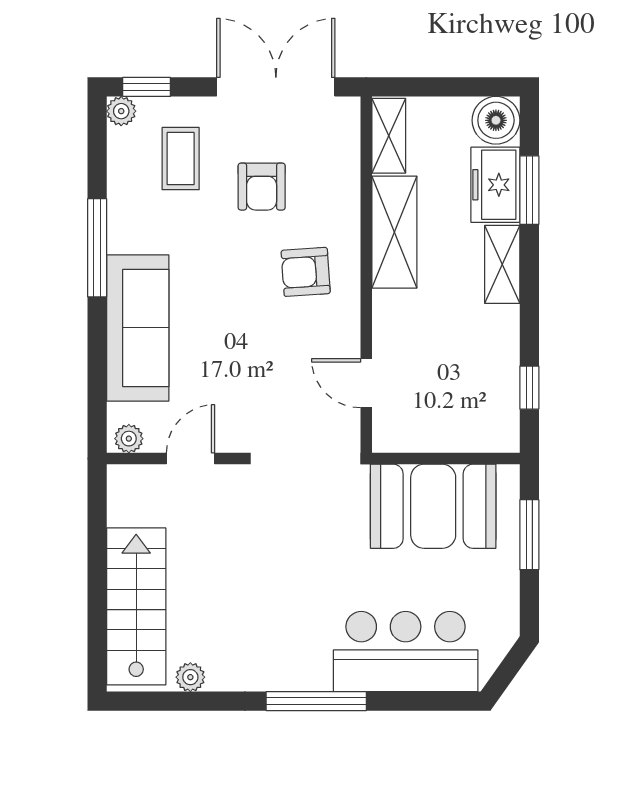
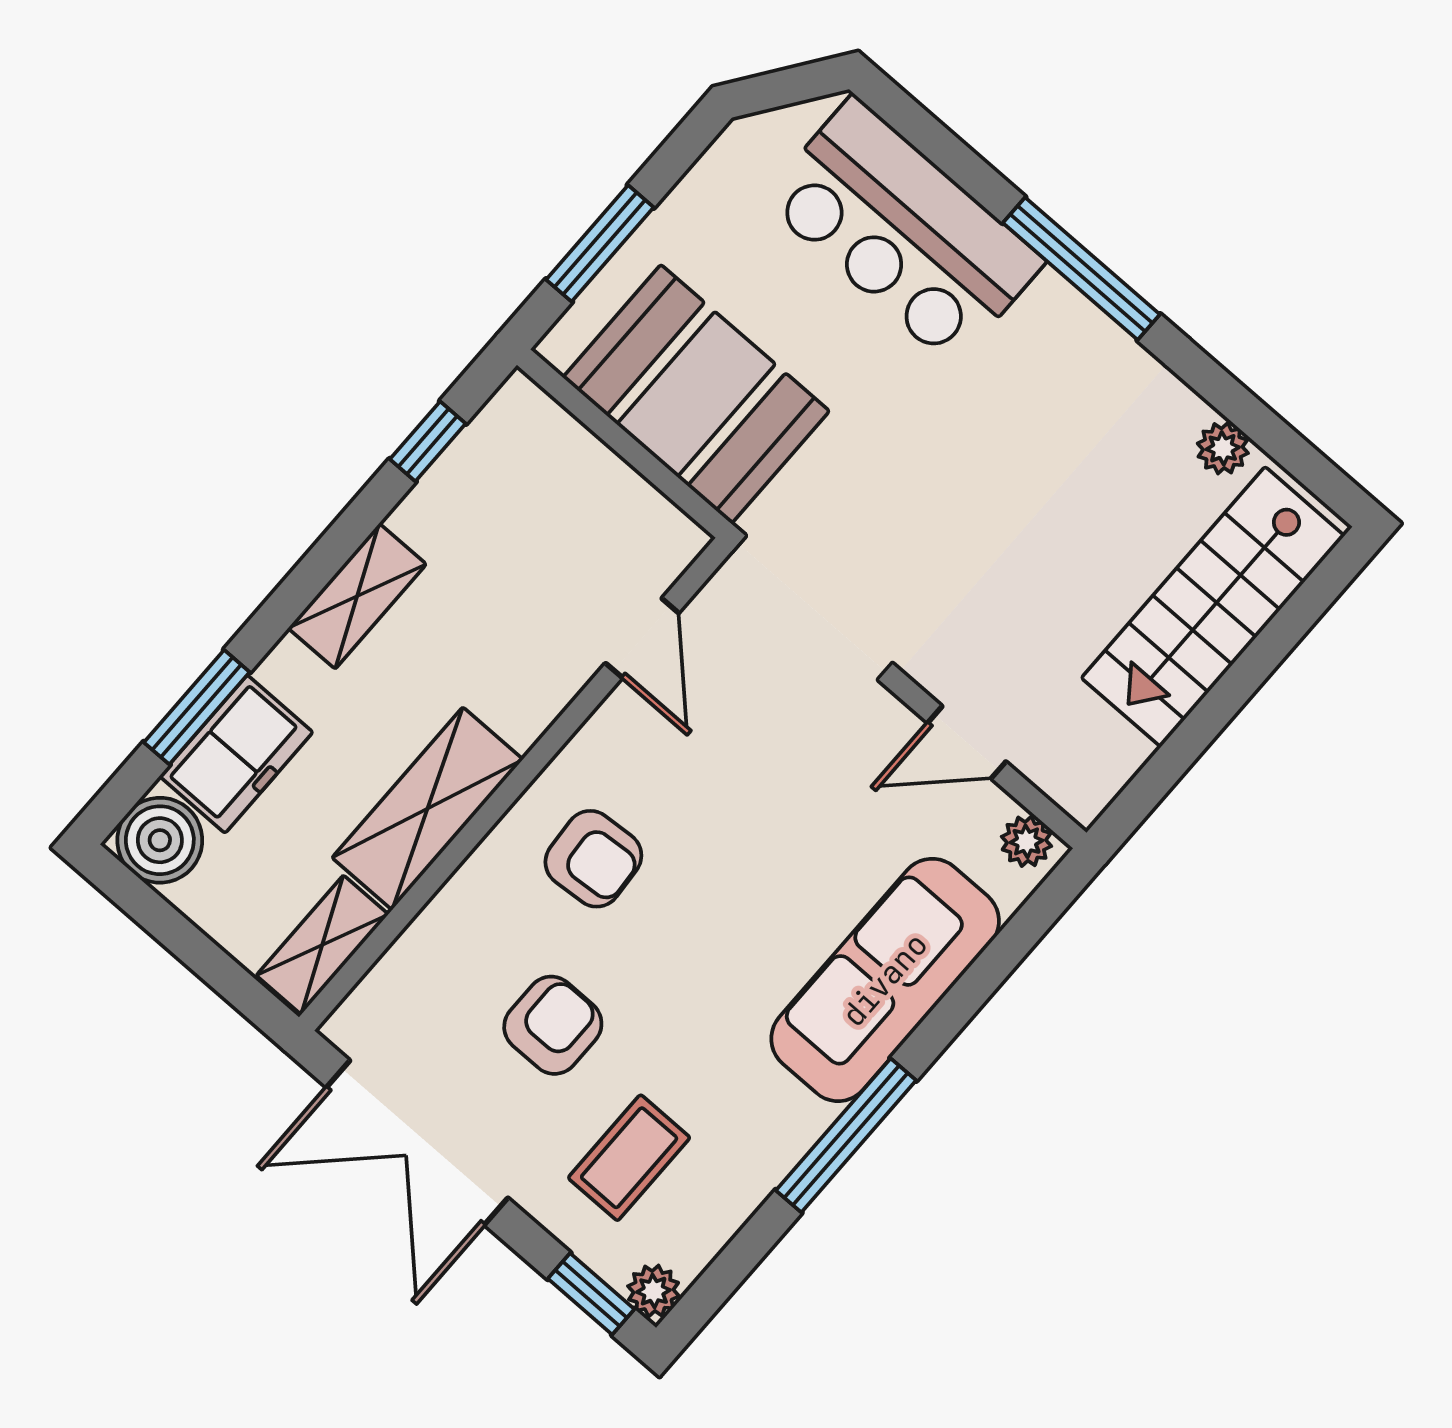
shelving: (502, 264) -> (357, 596), moved

